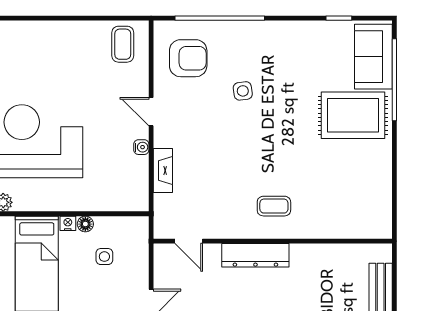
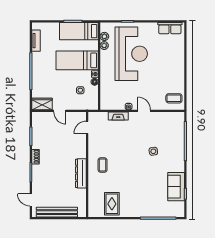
sofa: (373, 57) -> (176, 187), moved, turned -90
armchair: (188, 58) -> (168, 127), removed
door: (151, 112) -> (144, 111), hinge flipped
rug: (353, 115) -> (112, 204), moved, width x0.73, depth x0.70
dresser: (255, 255) -> (81, 173), moved

